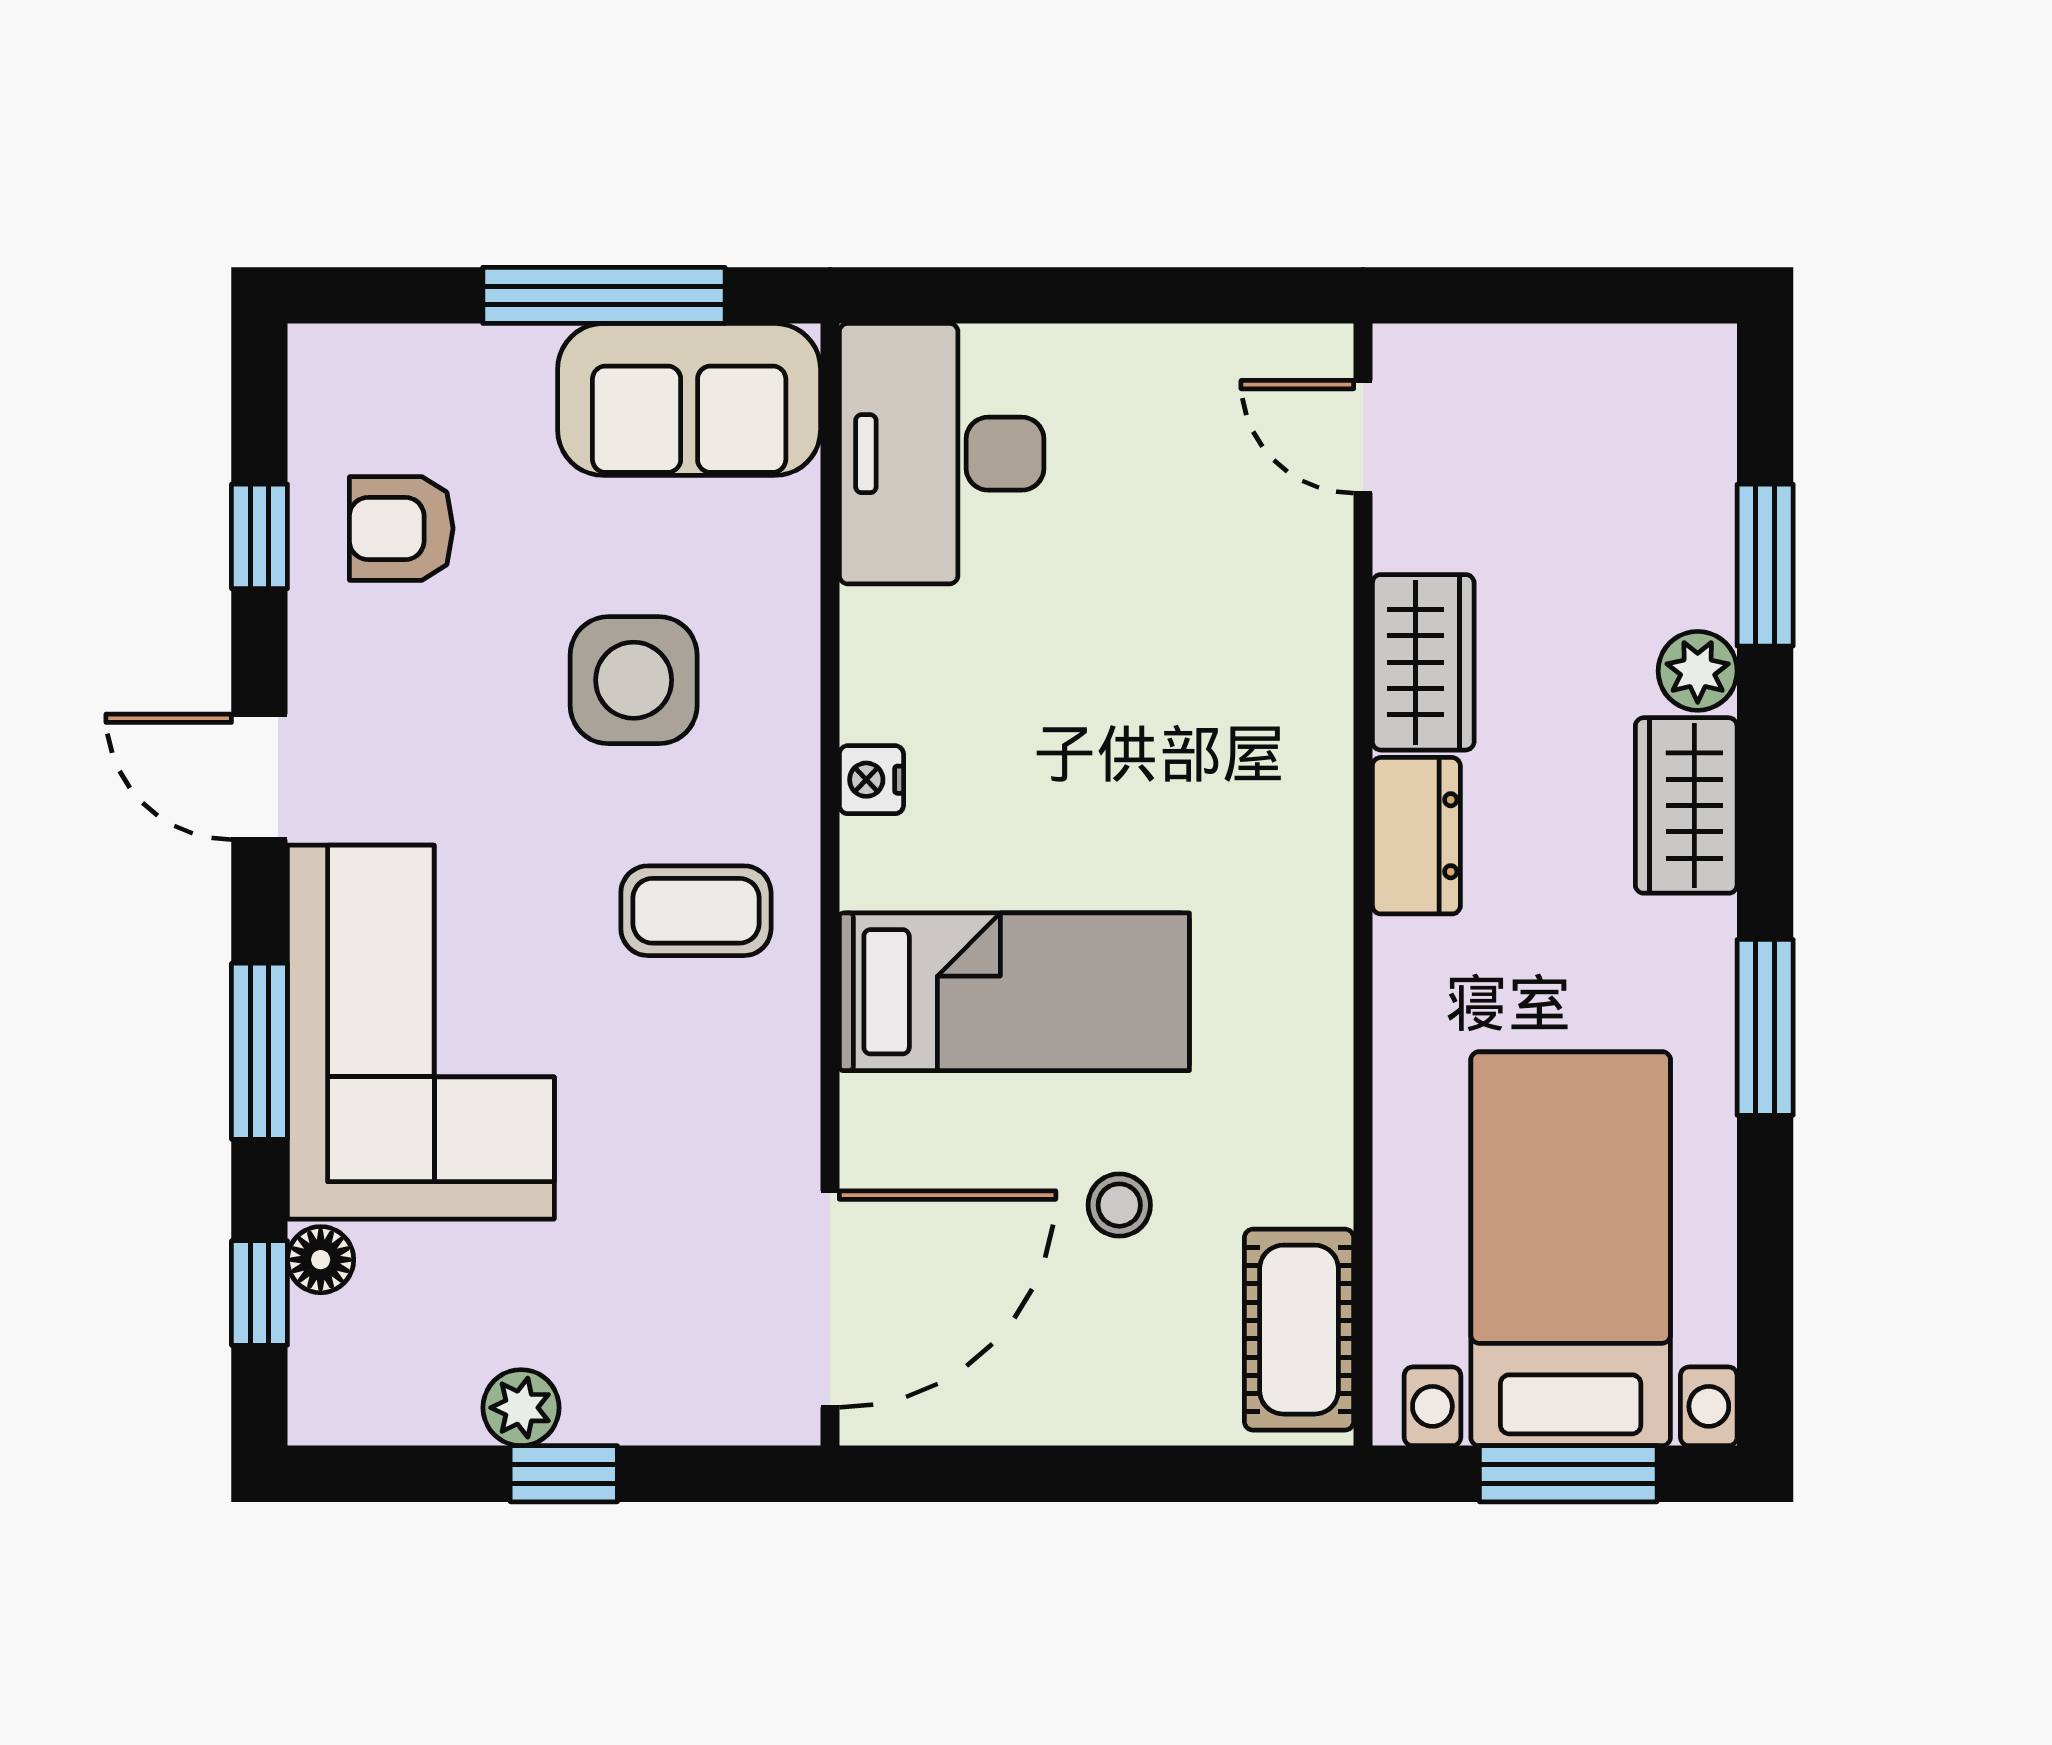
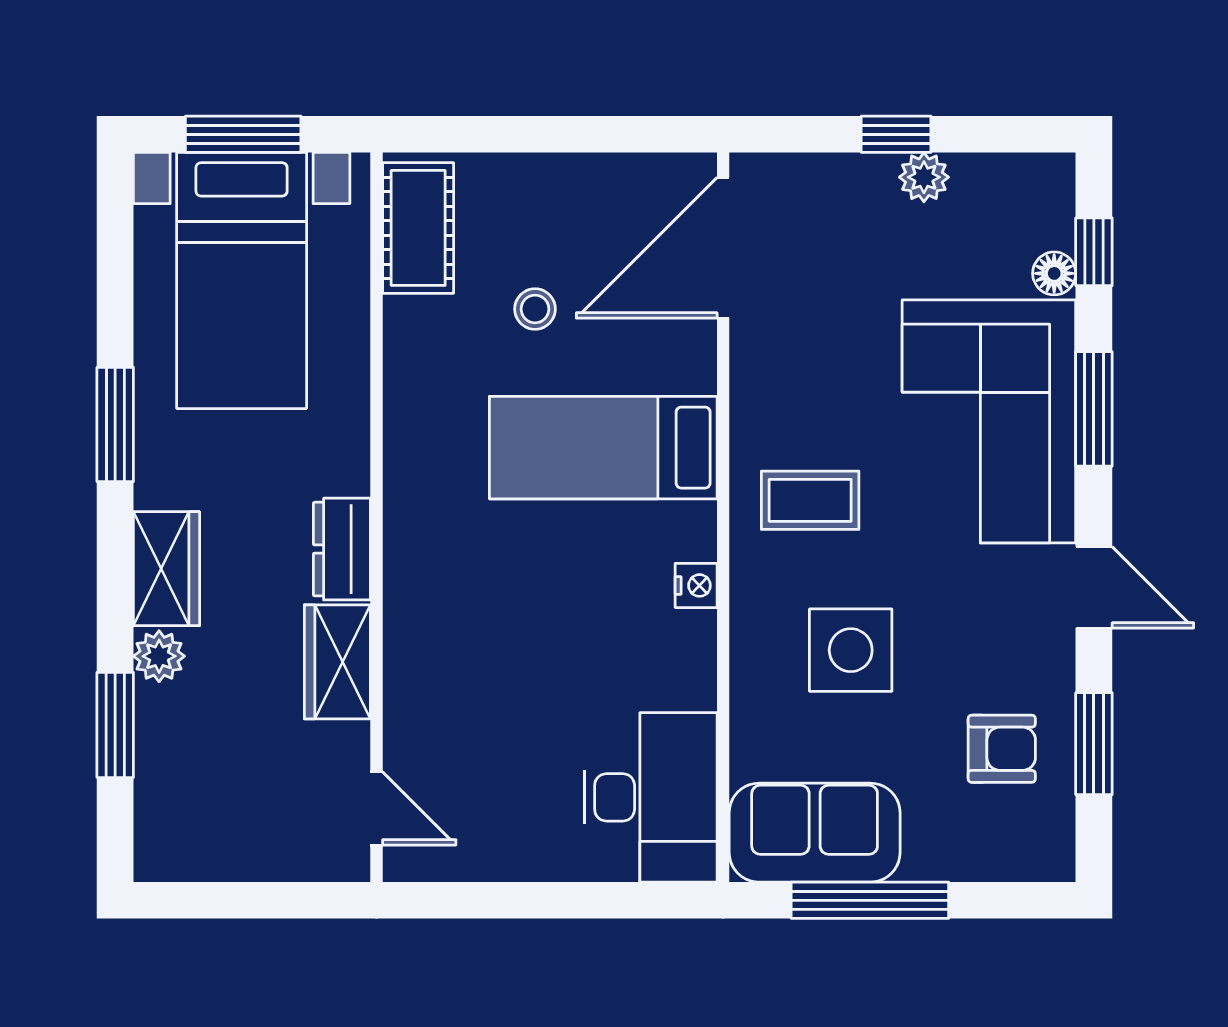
window: (259, 536) -> (1094, 744), width x1.50

